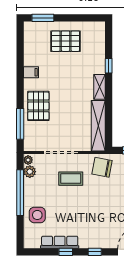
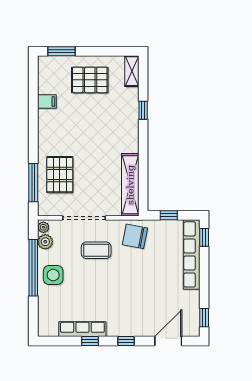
filing cabinet: (31, 72) -> (47, 102), moved
shelving: (99, 87) -> (132, 71), moved
pallet: (38, 106) -> (60, 175), moved
side table: (37, 215) -> (53, 275), moved

